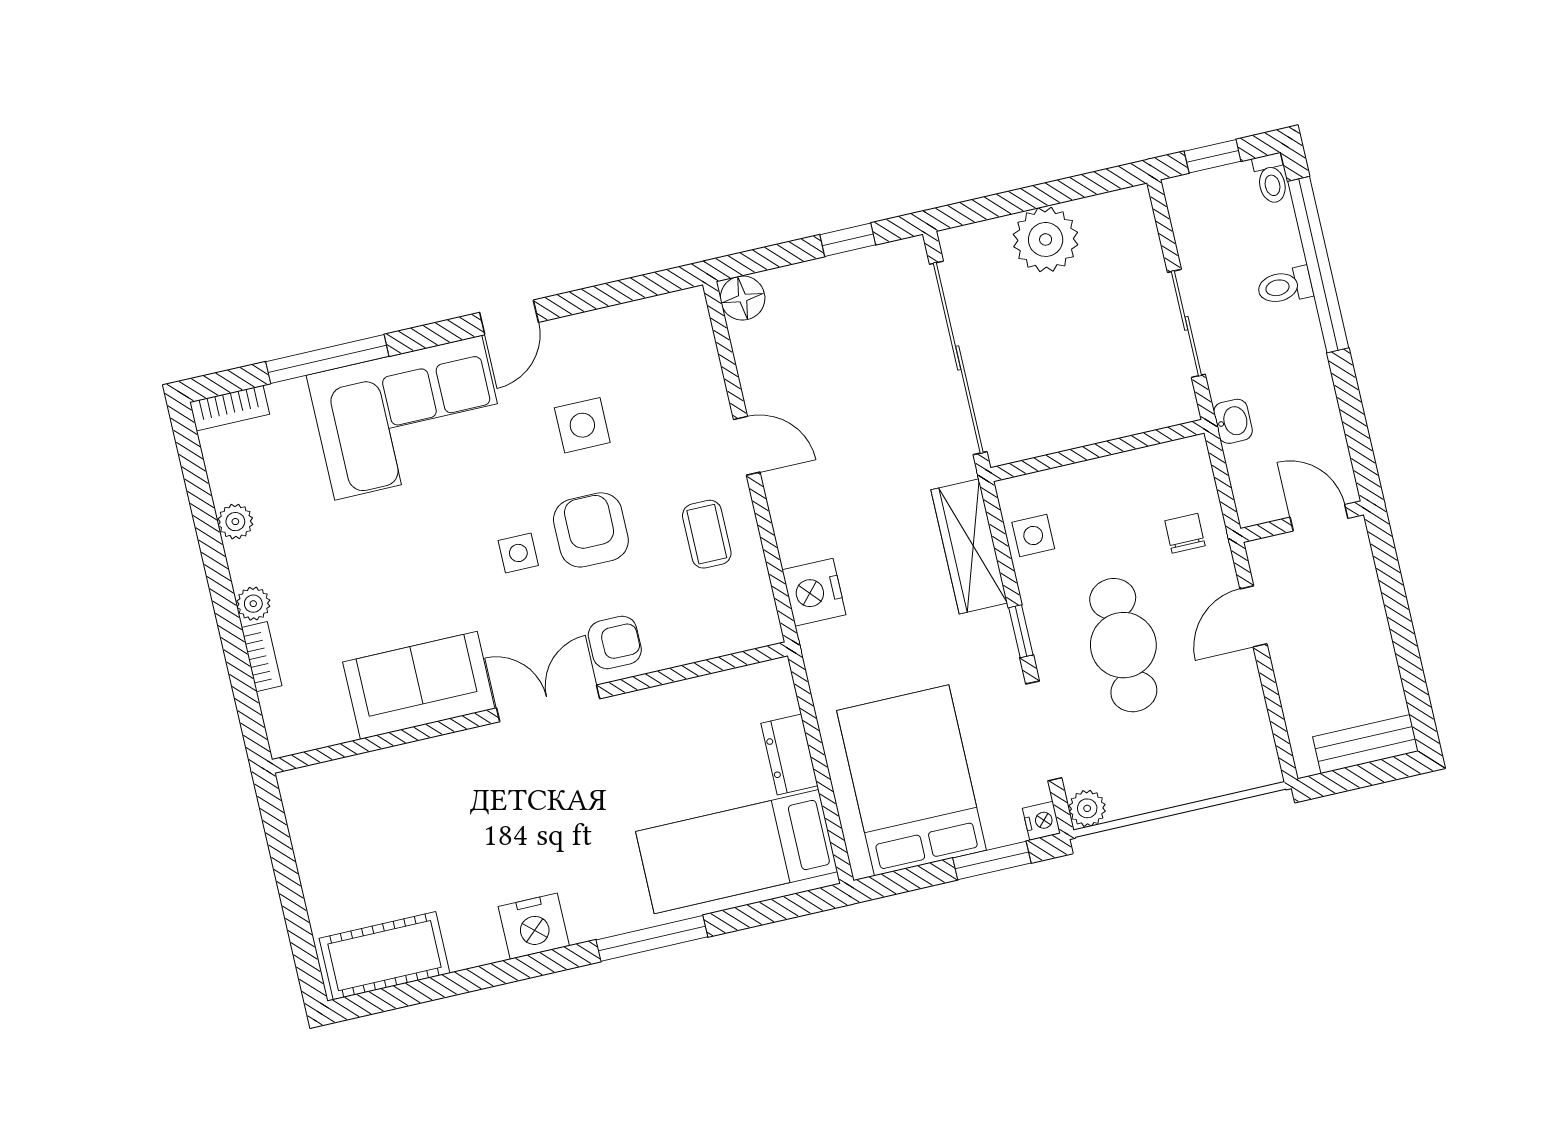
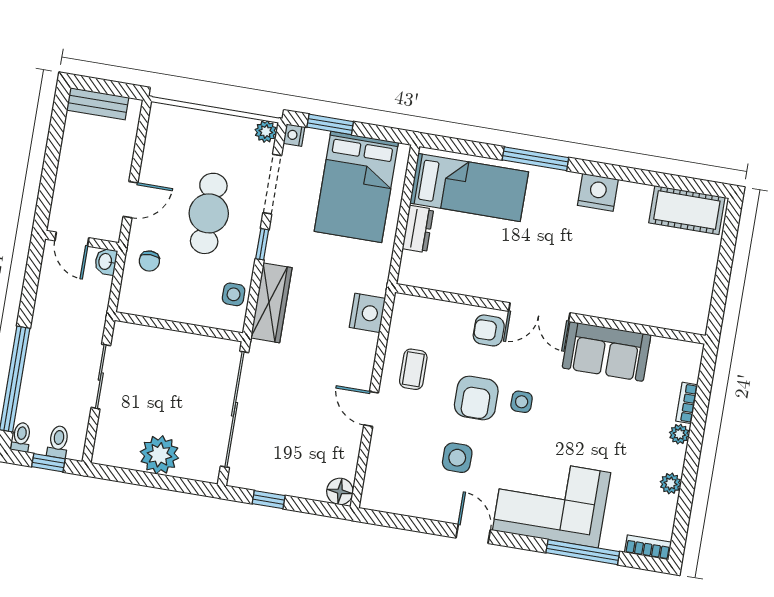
toilet: (1285, 286) -> (58, 442), moved, turned -90
door: (509, 317) -> (473, 534), hinge flipped
washbasin: (1233, 421) -> (106, 262), moved

